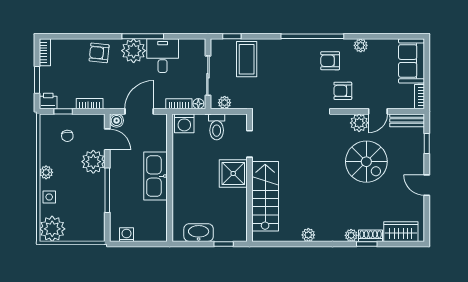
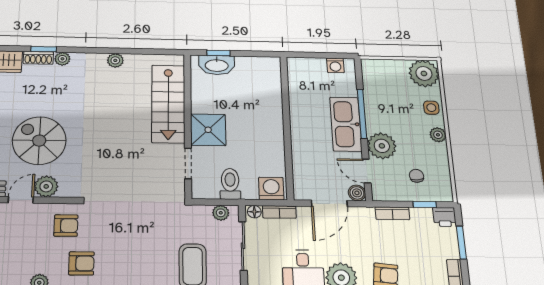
kitchen sink: (156, 176) -> (346, 124), moved, turned 180
washbasin: (199, 233) -> (217, 65), moved

